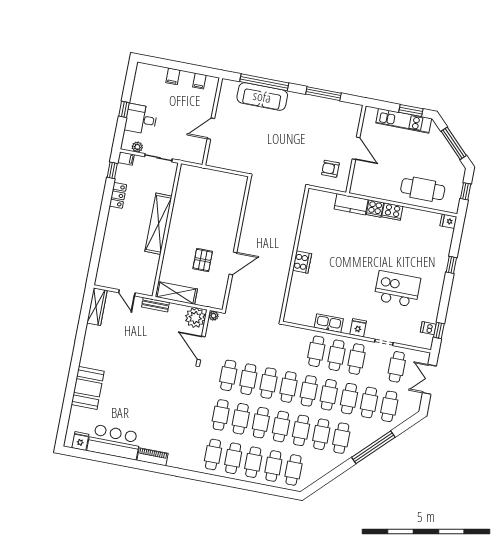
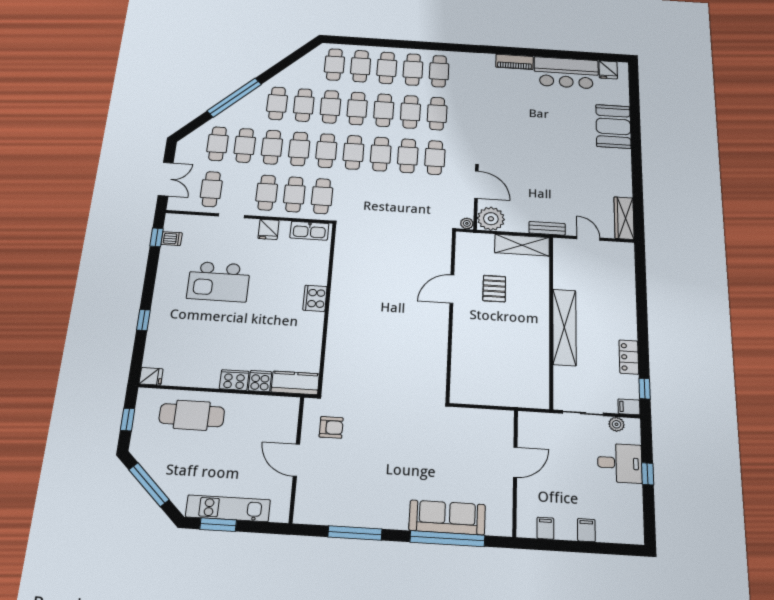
wall: (294, 254) -> (327, 307), moved
cooker: (302, 262) -> (315, 298), moved

